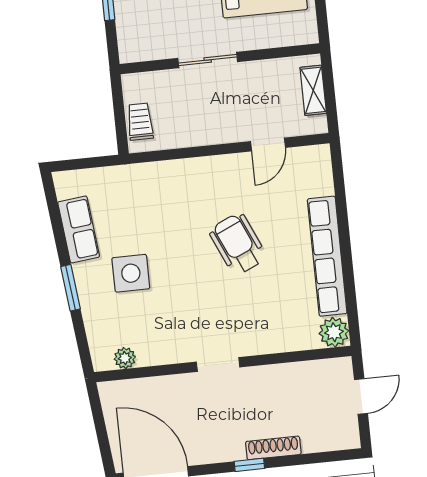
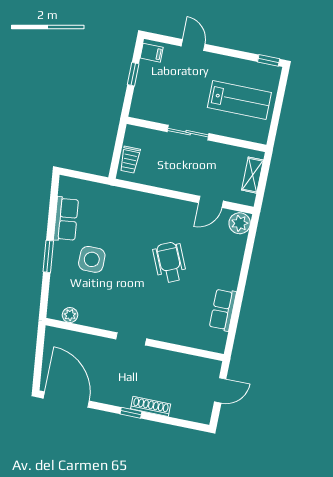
trolley: (140, 122) -> (130, 160), turned 180
row of seats: (327, 256) -> (223, 310), width x0.50
plant: (334, 332) -> (240, 223), moved

